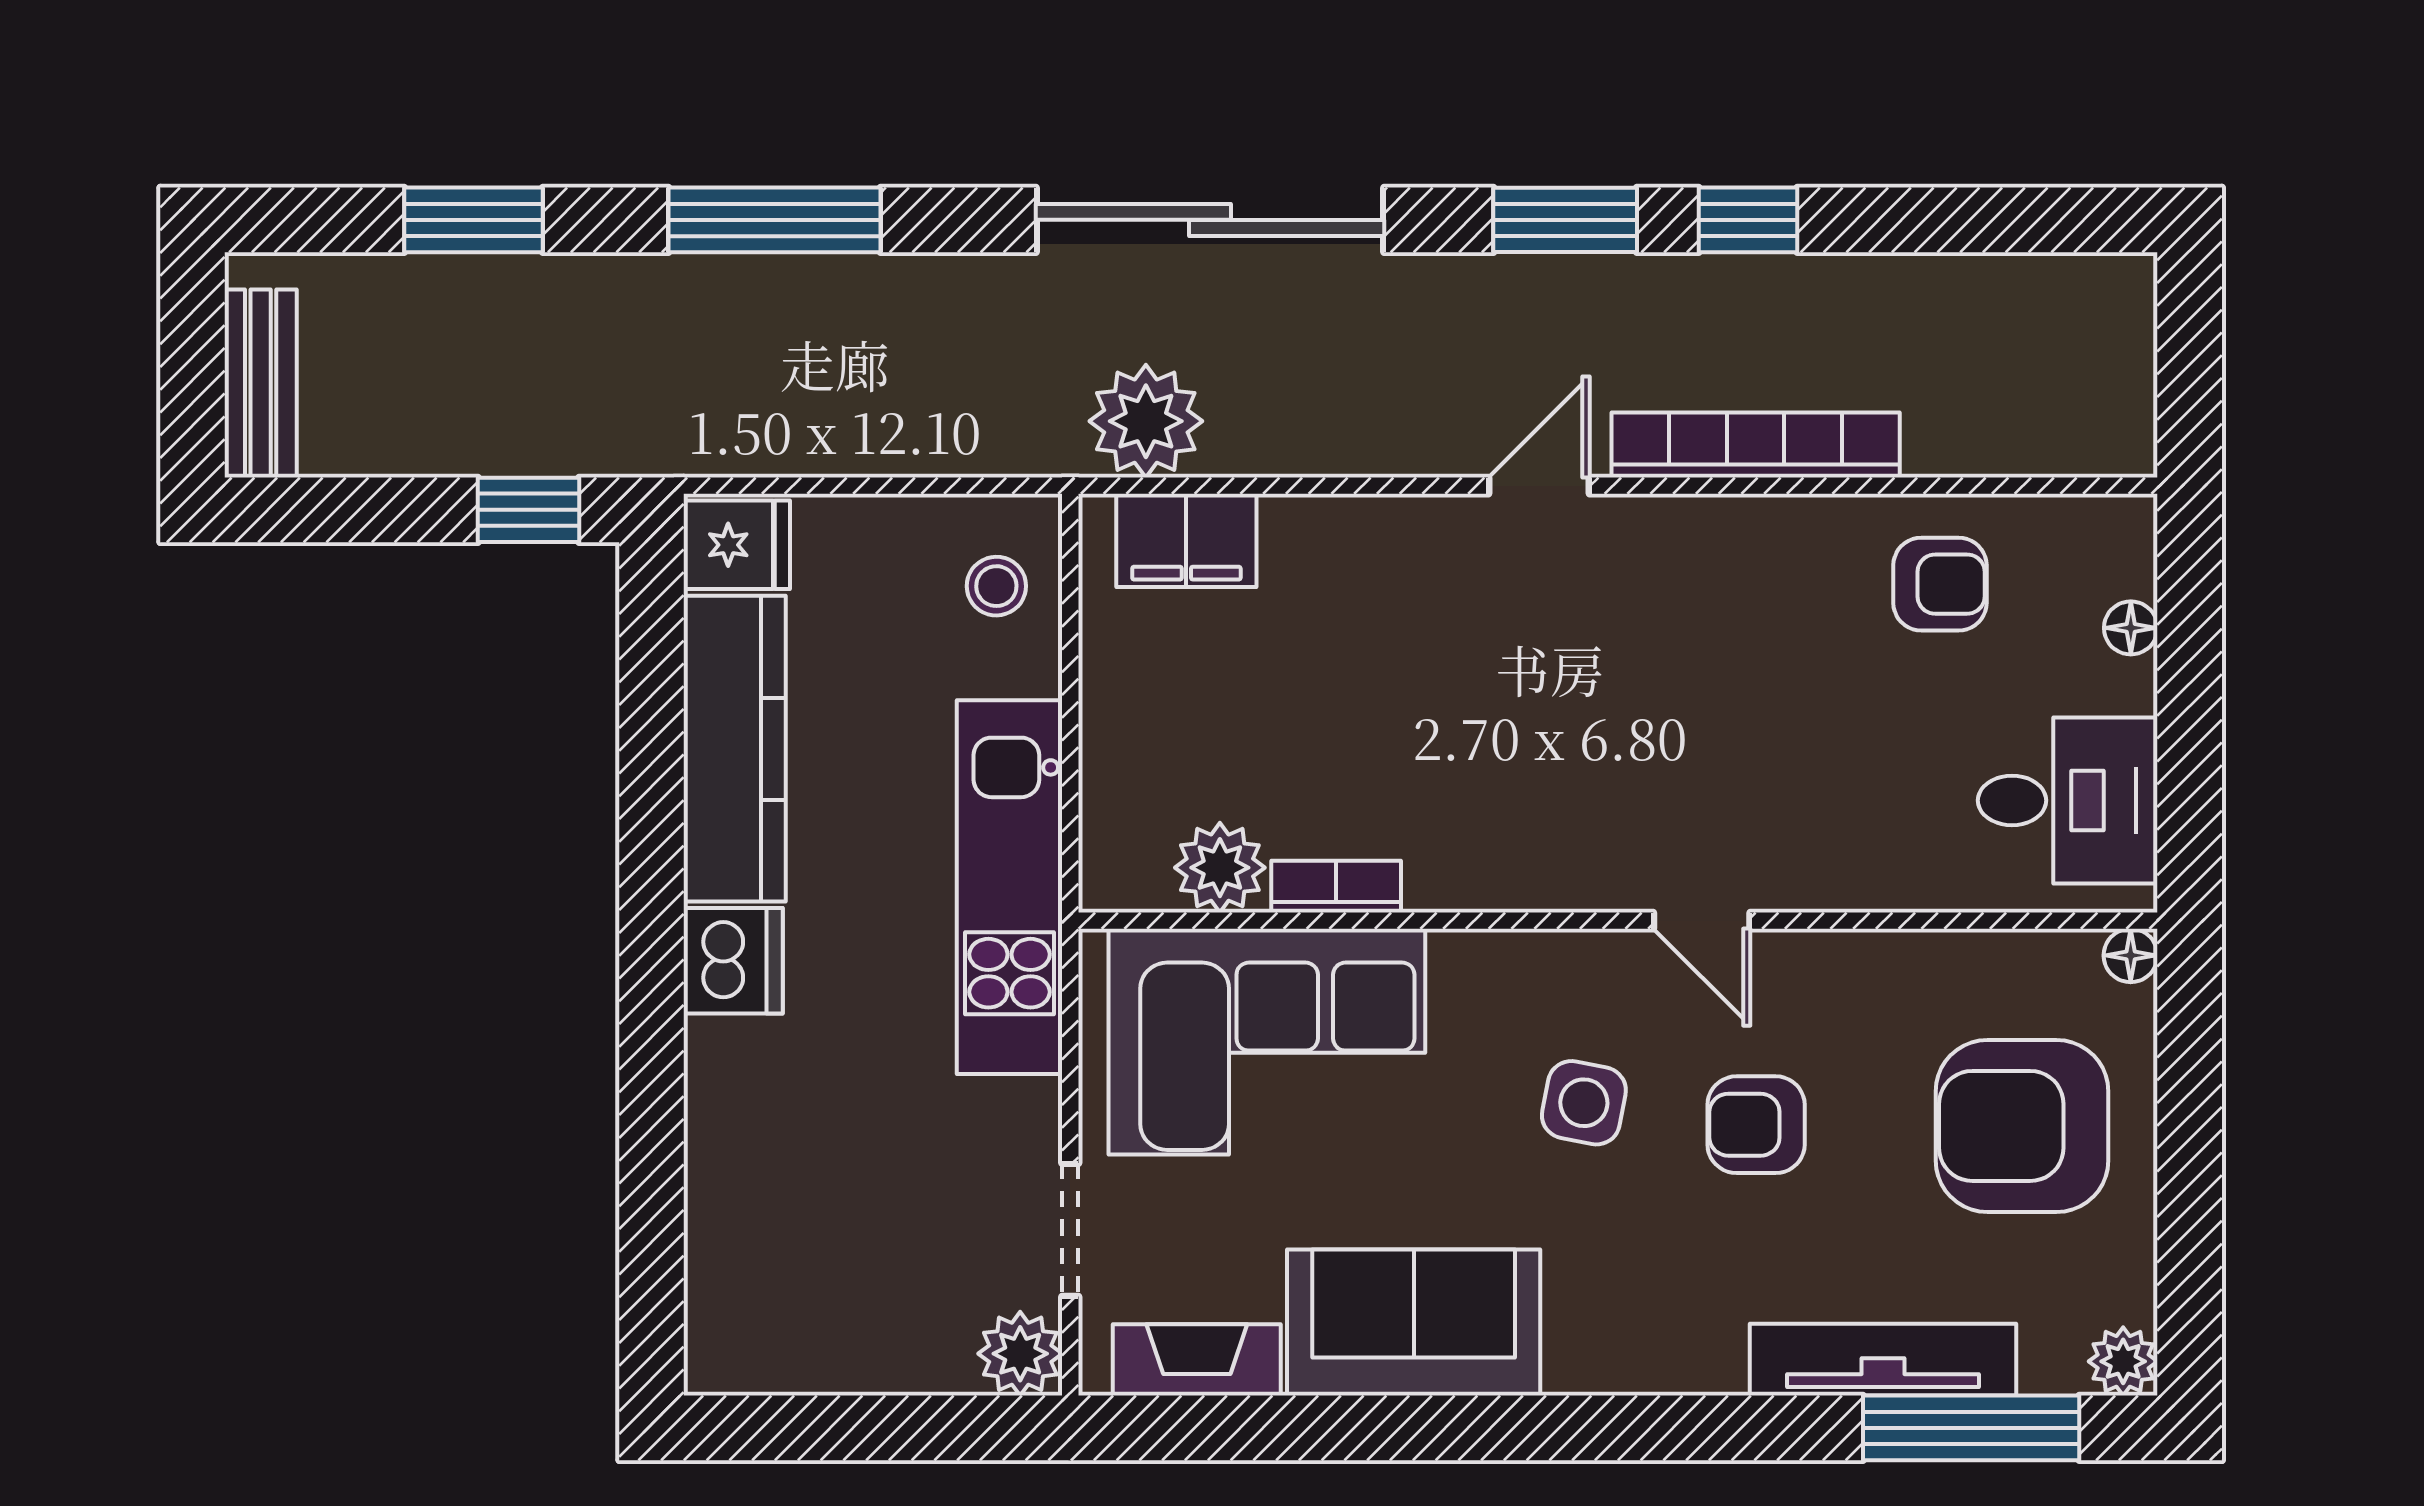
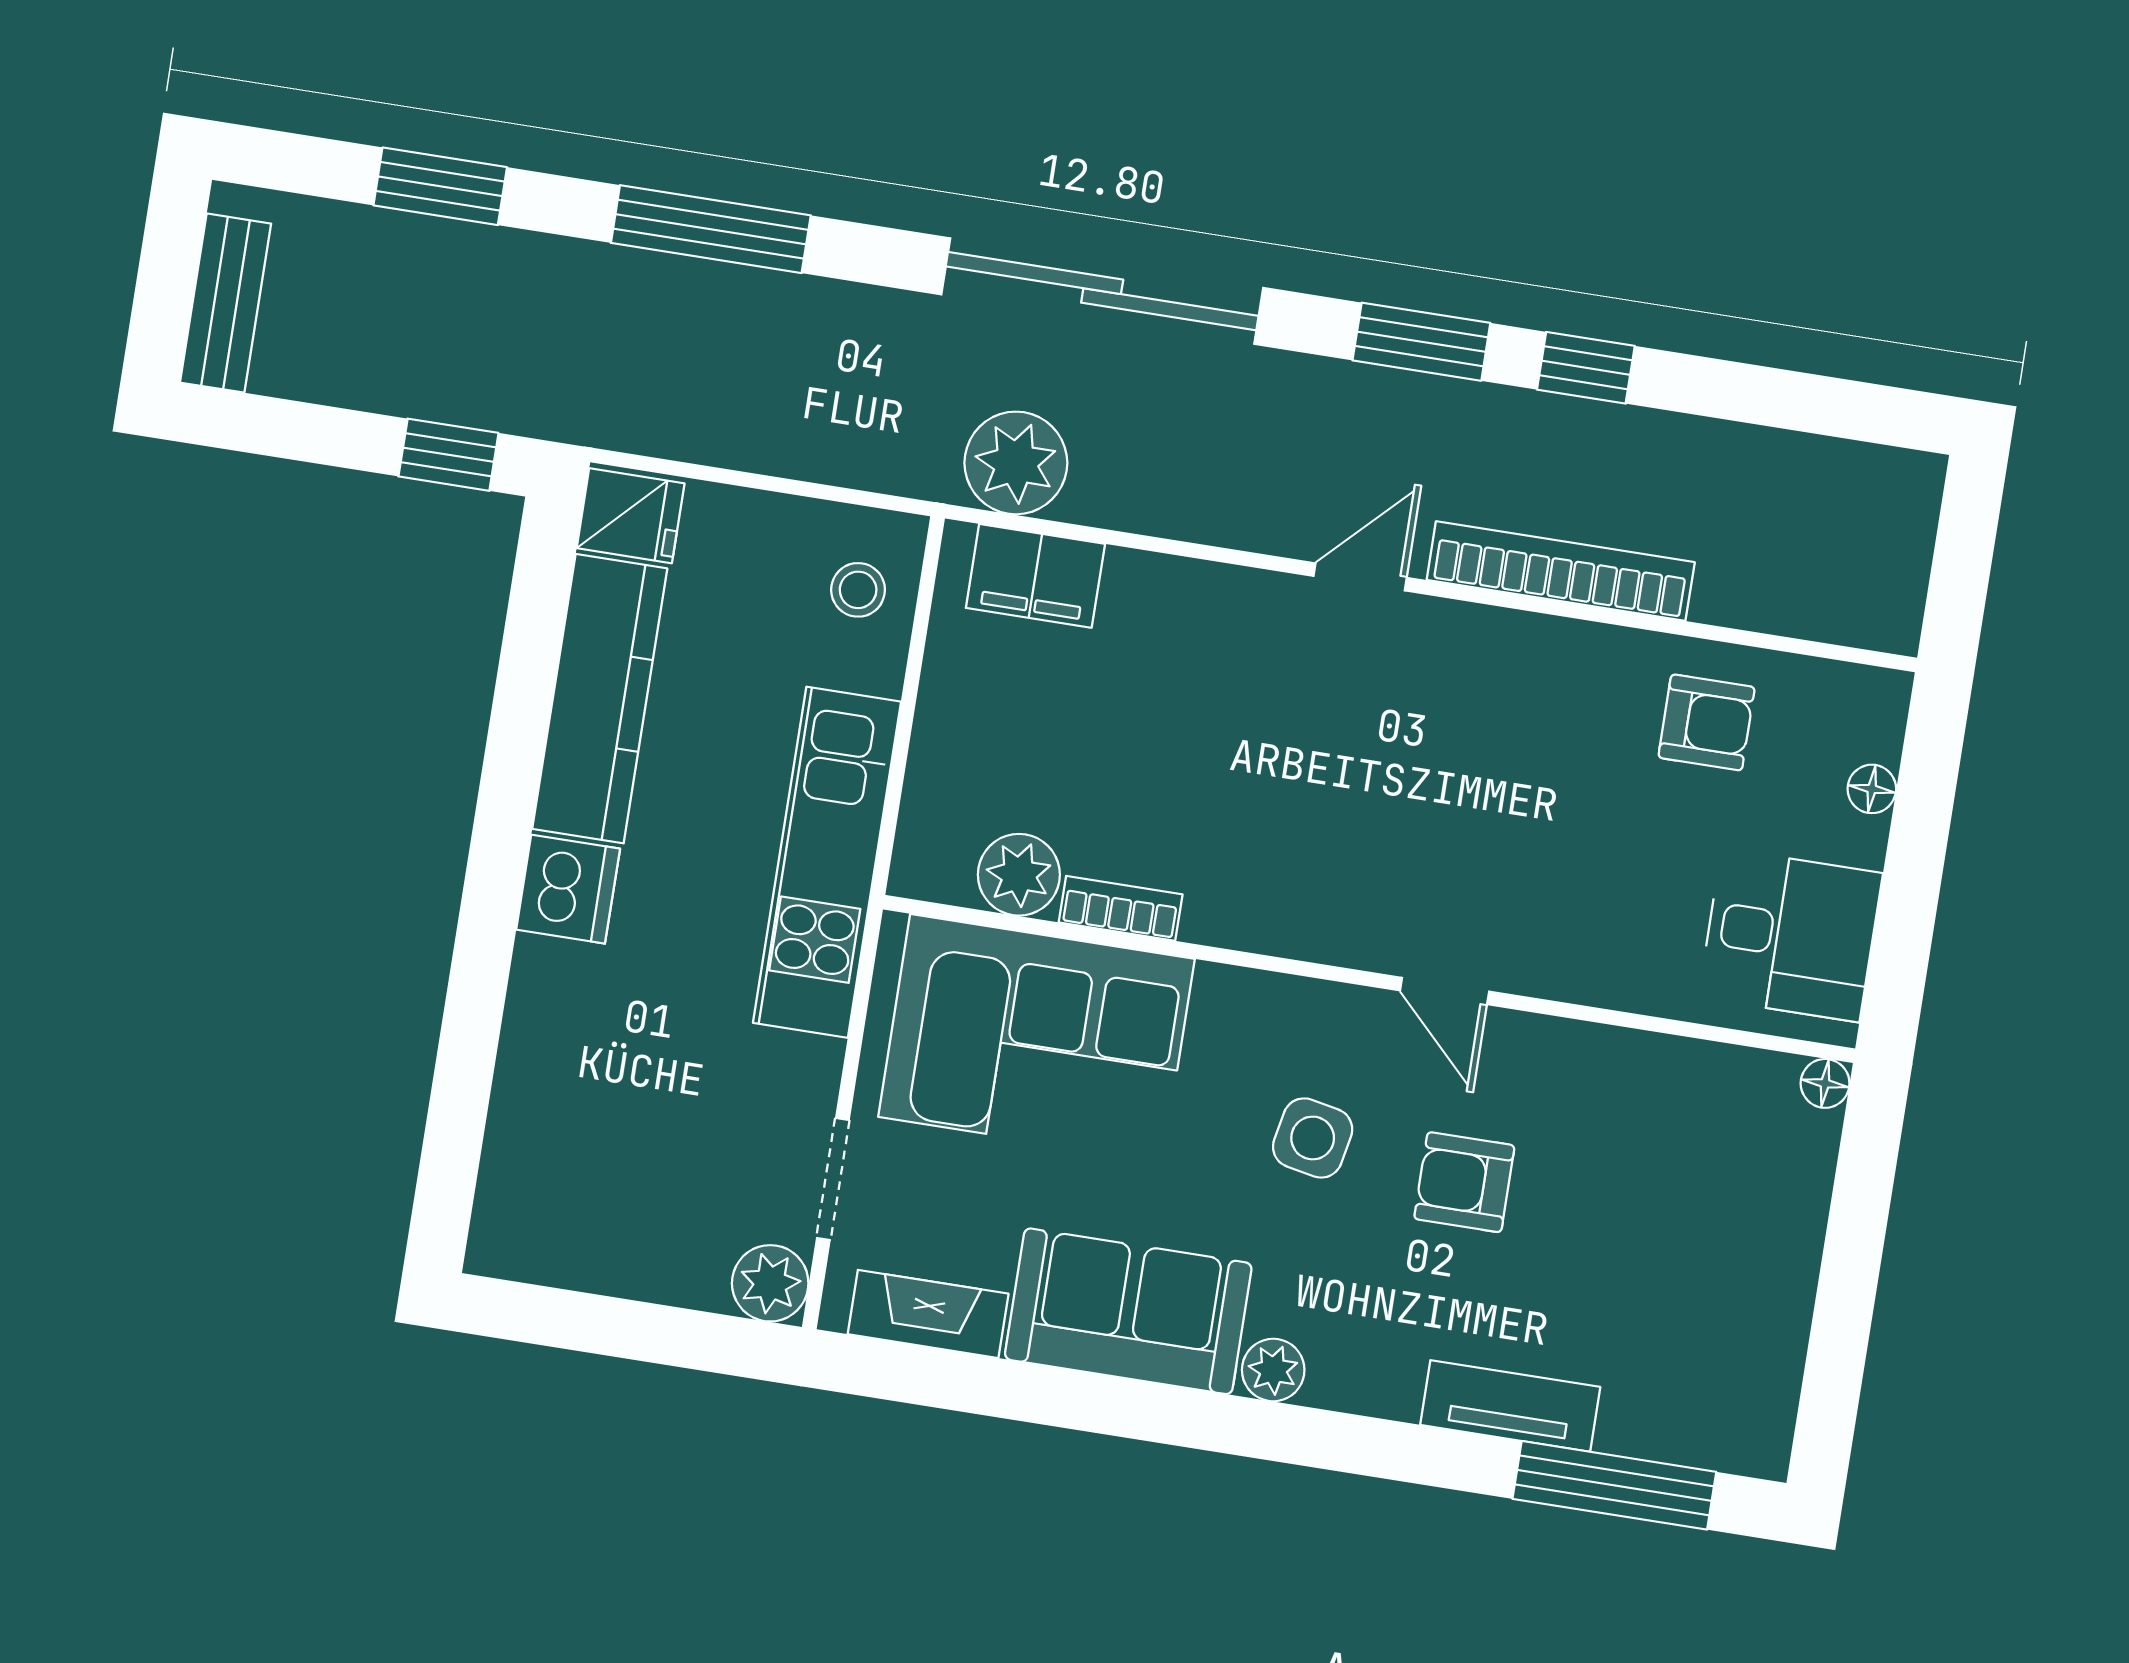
armchair: (2022, 1126) -> (1703, 1221), removed
tv unit: (1883, 1360) -> (1510, 1406), width x0.71
plant: (2123, 1361) -> (1273, 1370), moved

